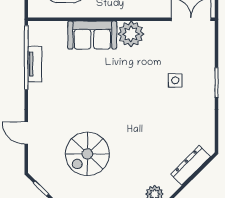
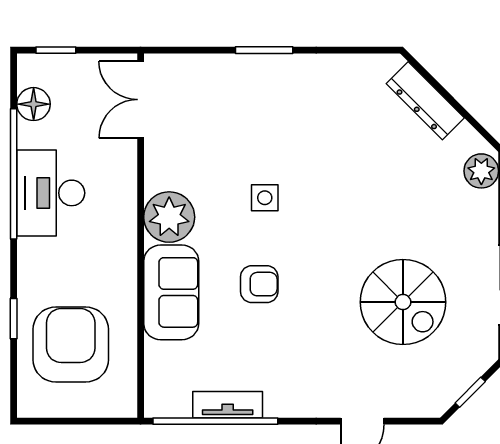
armchair: (96, 80) -> (259, 284), added
side table: (175, 80) -> (265, 198), moved

